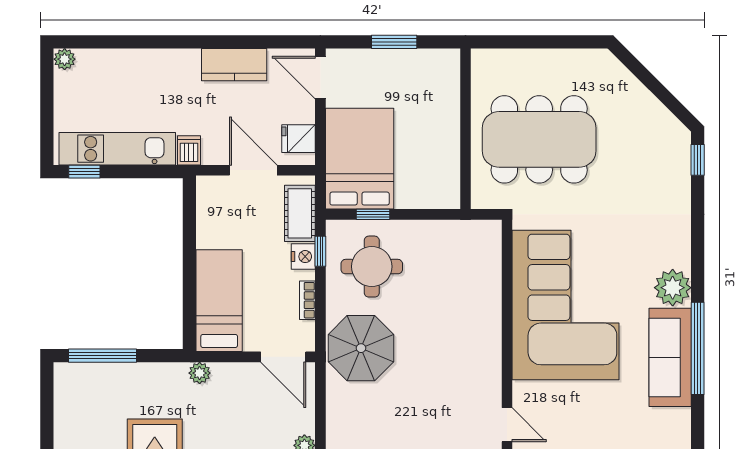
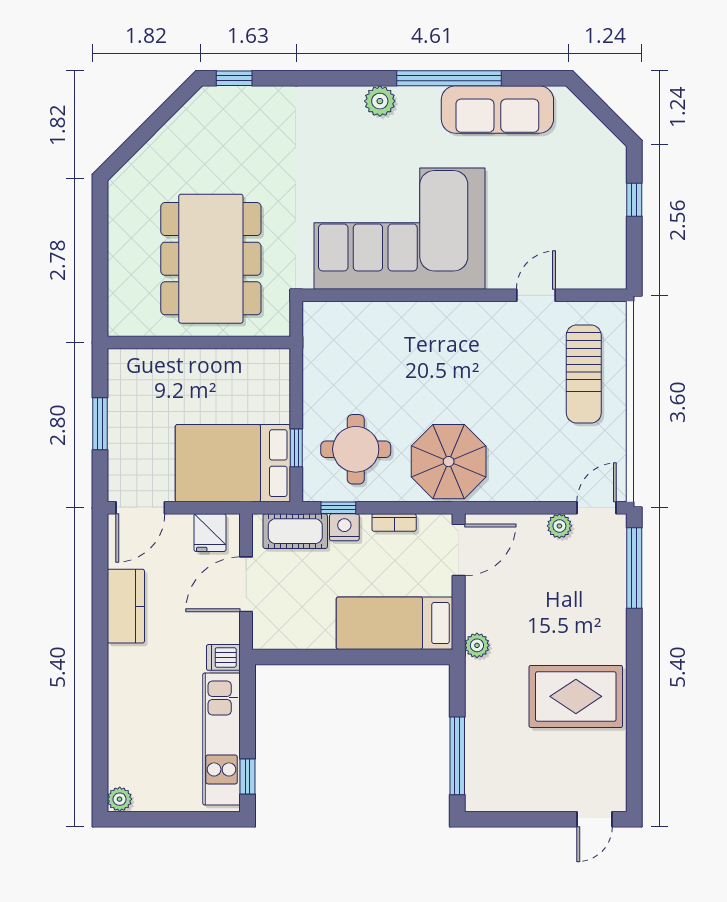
plant: (673, 288) -> (380, 101), width x0.73, depth x0.73
sofa: (670, 357) -> (497, 109), moved

